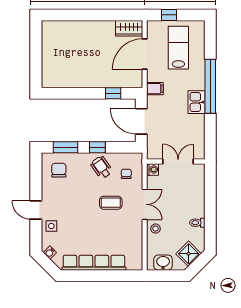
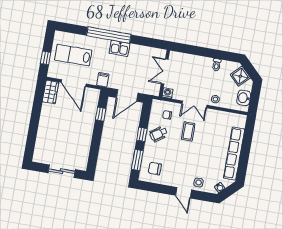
sliding door: (36, 58) -> (62, 171), added
double door: (145, 204) -> (194, 104), swing flipped
door: (36, 210) -> (184, 193), hinge flipped

